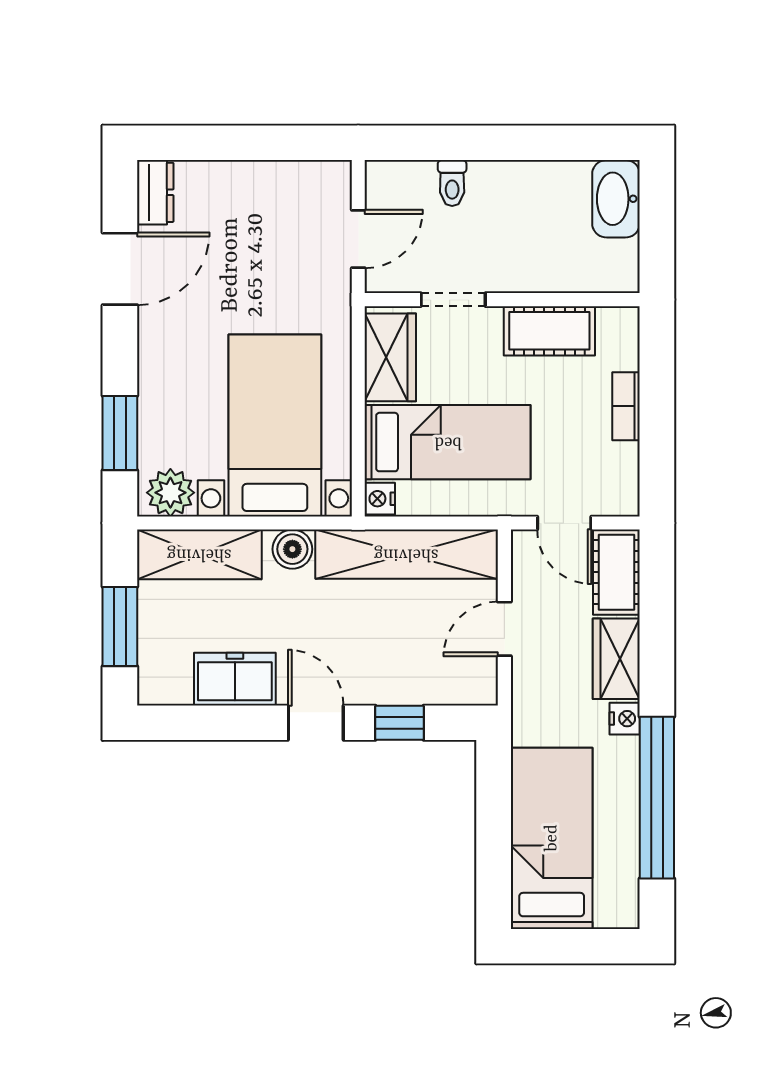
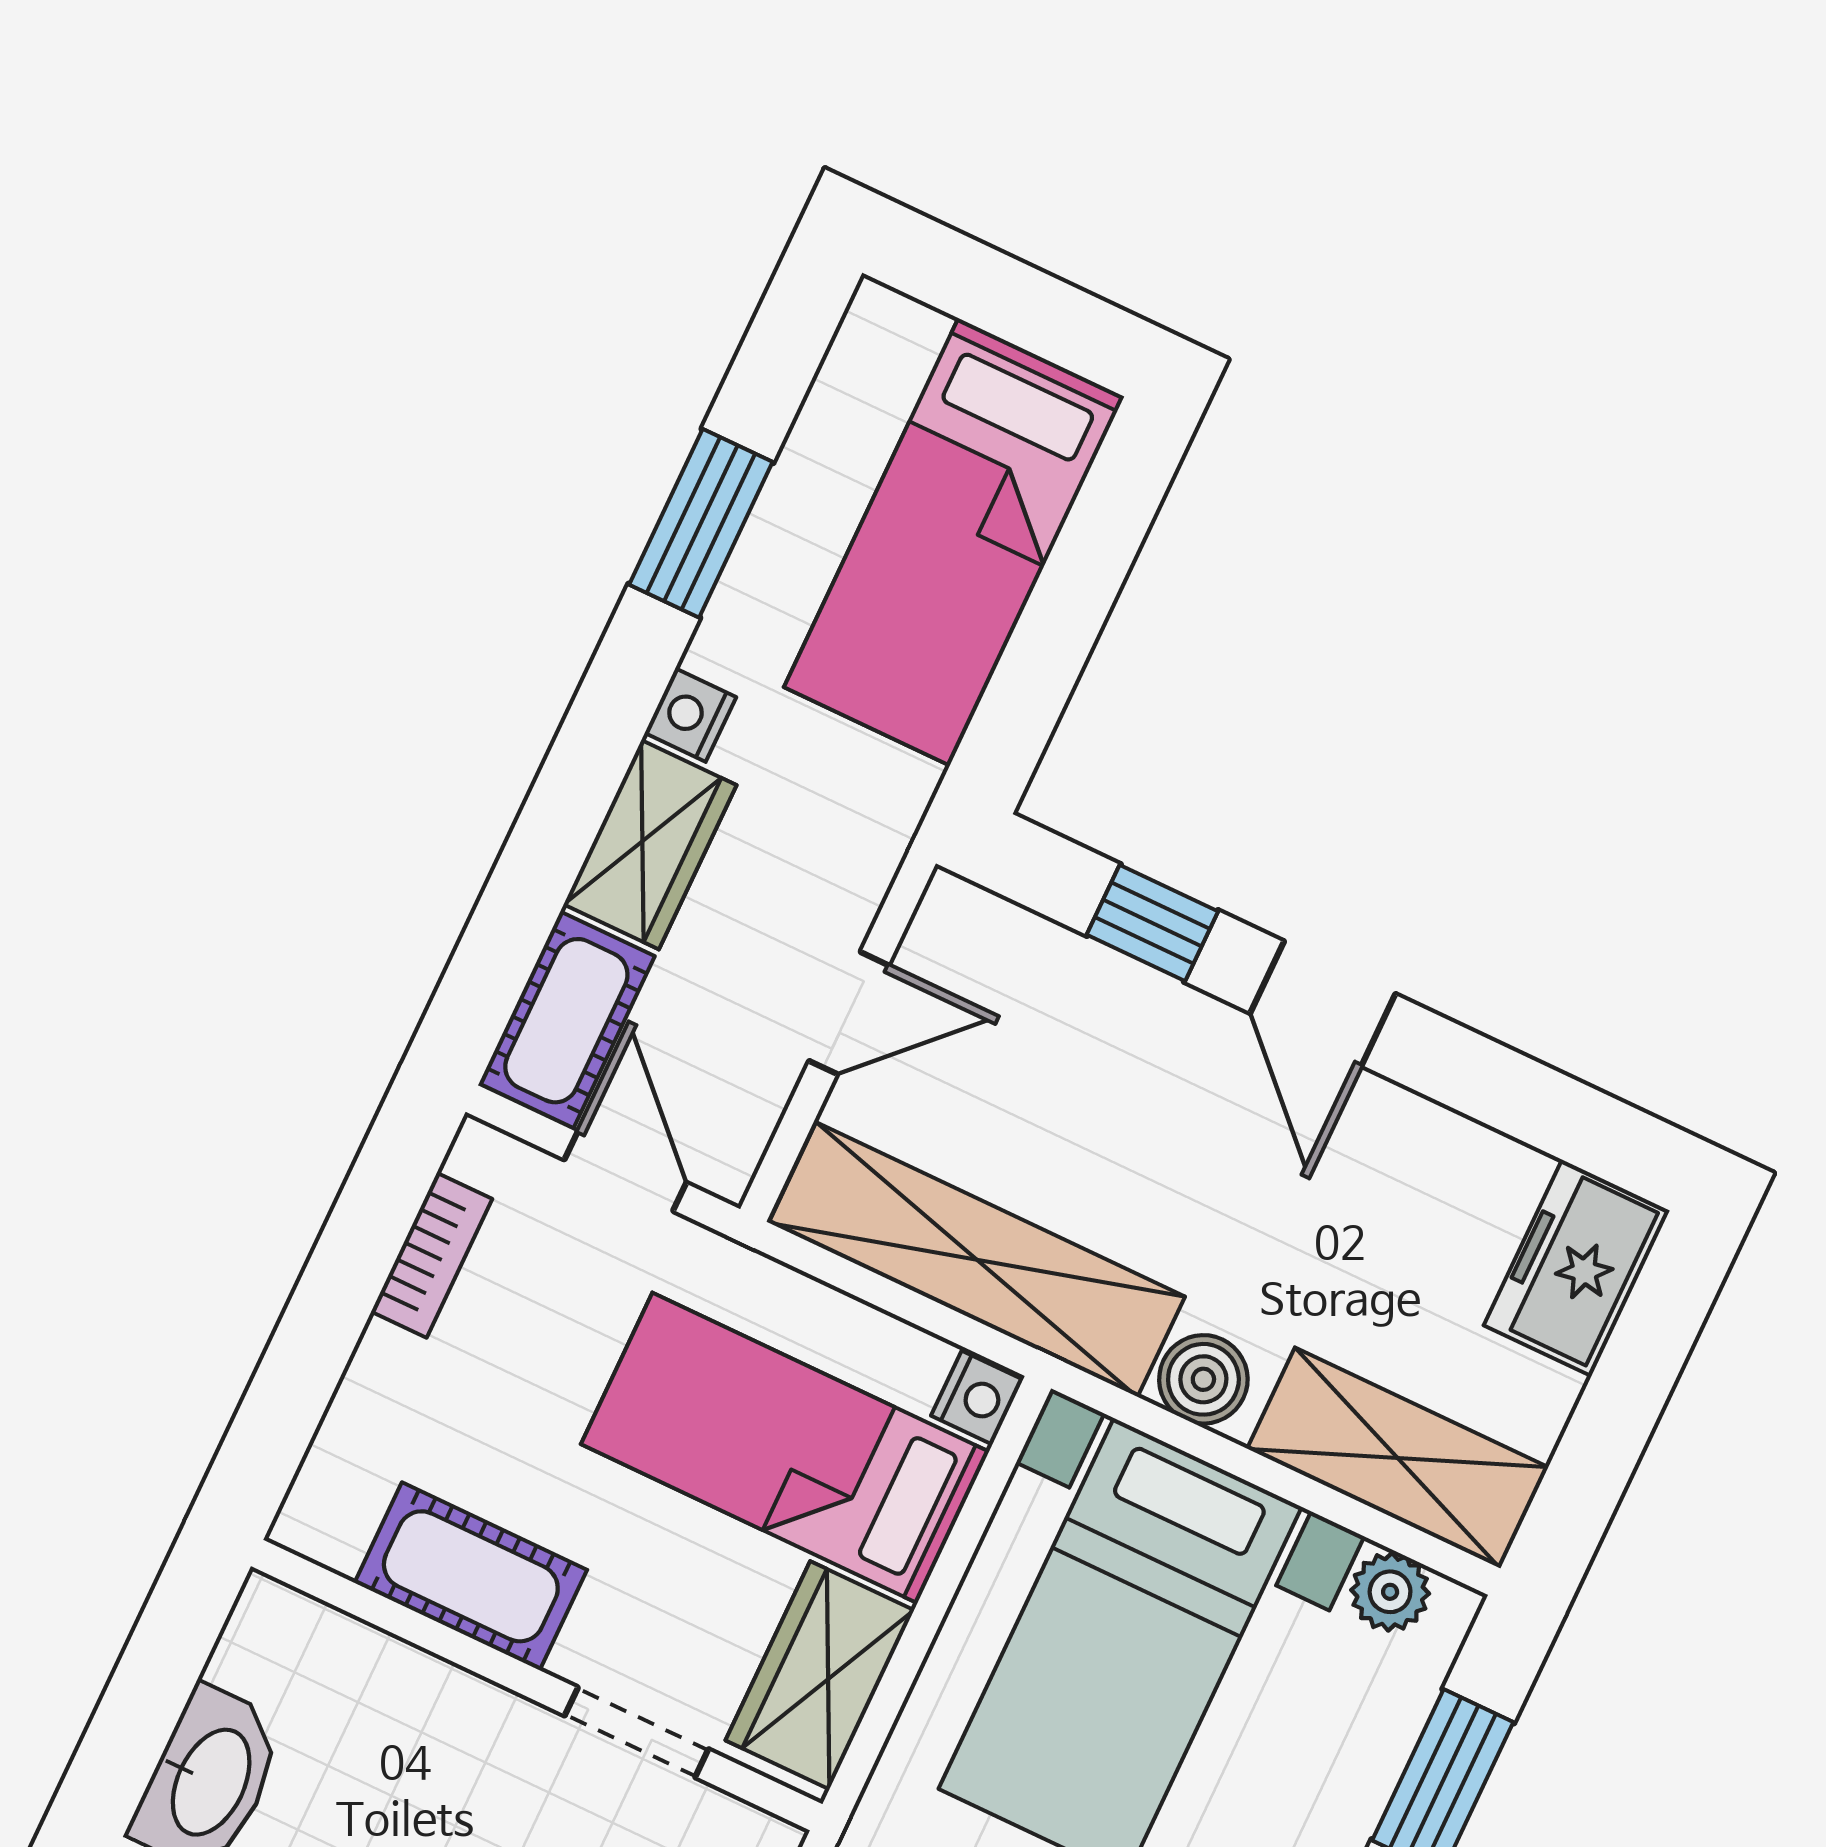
bookcase: (626, 406) -> (432, 1255), moved
plant: (170, 493) -> (1390, 1592), width x0.73, depth x0.73
window: (120, 627) -> (1629, 1388), removed
freezer: (235, 679) -> (1577, 1268), moved, turned 90
window: (657, 798) -> (701, 523), width x0.47

